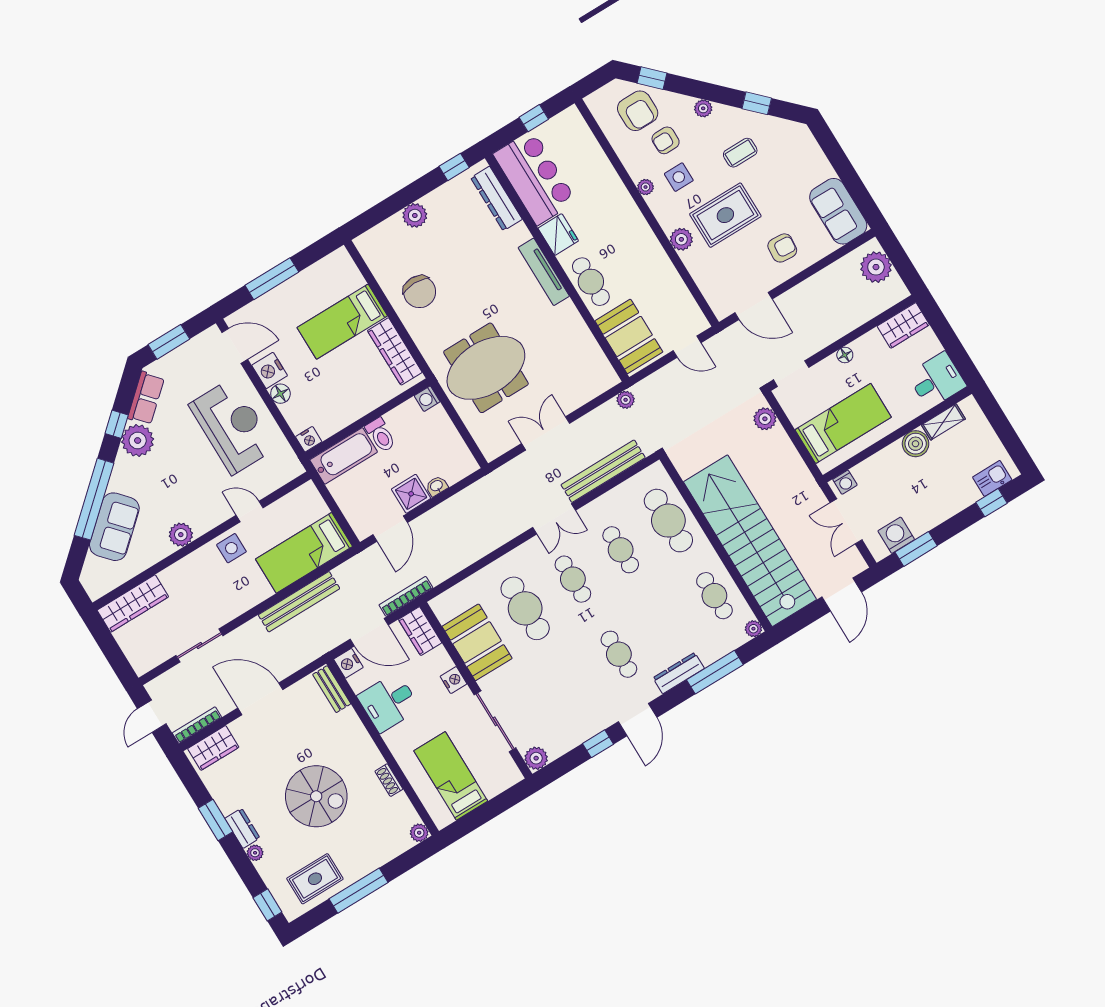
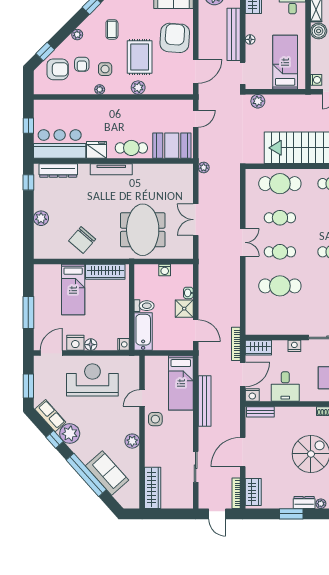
armchair: (782, 248) -> (175, 38), width x1.88, depth x1.88
chair: (420, 292) -> (82, 240), turned 131
washing machine: (427, 399) -> (165, 270), moved
bench: (603, 471) -> (234, 34), moved
booth: (477, 642) -> (282, 322), removed

